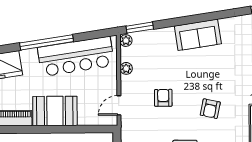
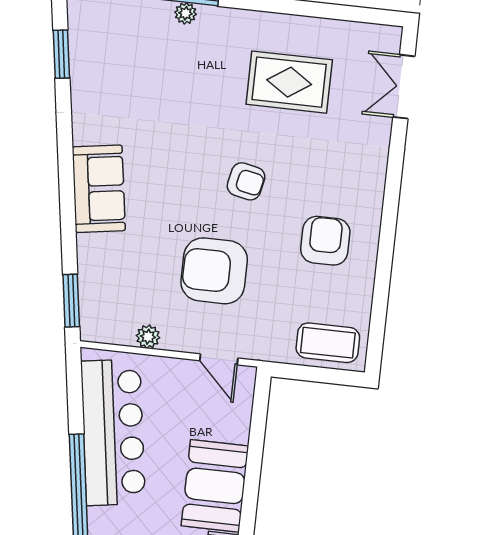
plant: (126, 41) -> (93, 331), removed
armchair: (163, 98) -> (214, 271), width x1.88, depth x1.88

